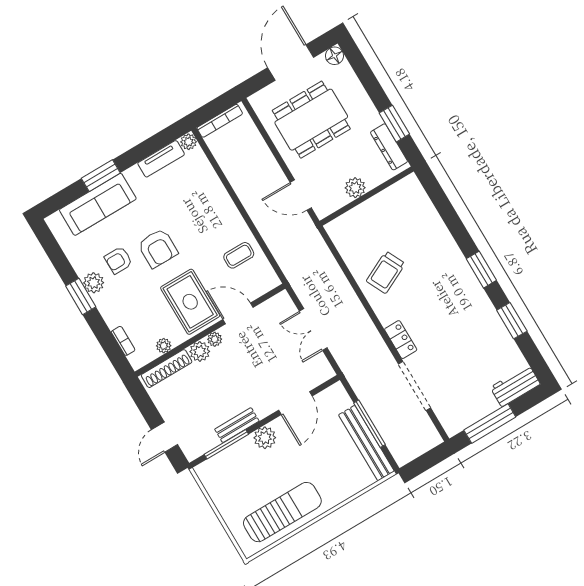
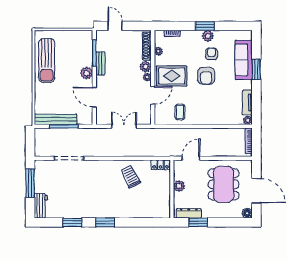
armchair: (158, 248) -> (206, 76), turned -90
locker: (401, 340) -> (161, 165), moved

